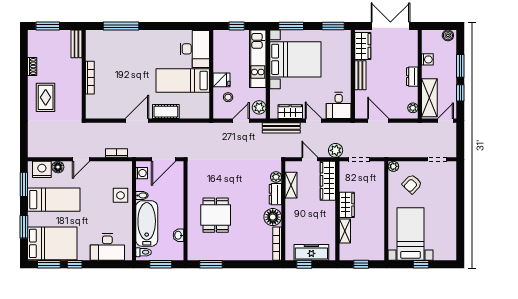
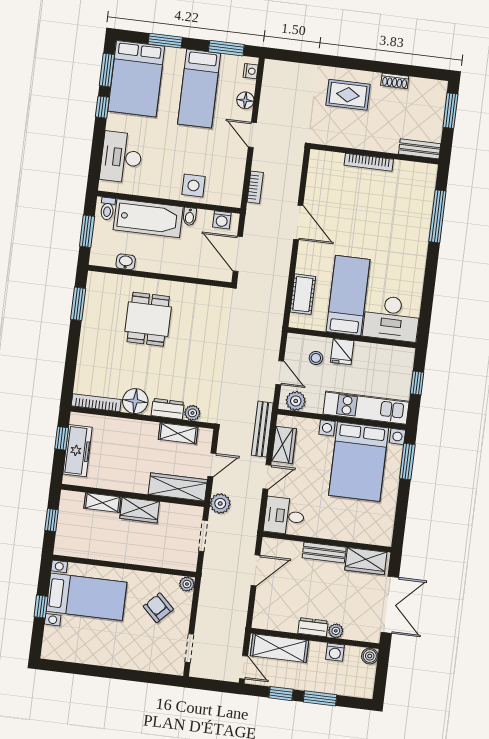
window: (333, 26) -> (400, 522), removed
boiler: (448, 35) -> (370, 656), moved
plant: (413, 108) -> (336, 631), moved
cot: (166, 112) -> (303, 294), moved
nightstand: (42, 169) -> (251, 71), width x0.53, depth x0.56
dining table: (216, 215) -> (148, 319), turned 90

